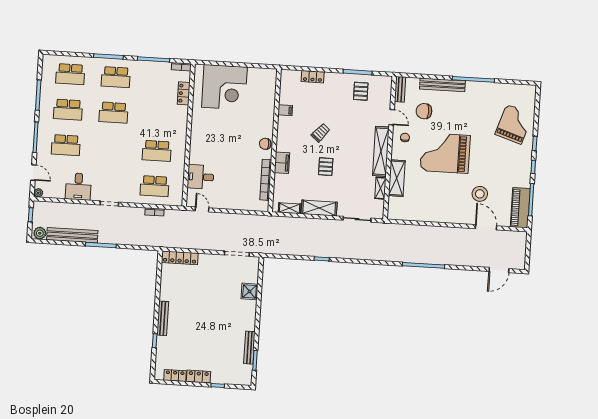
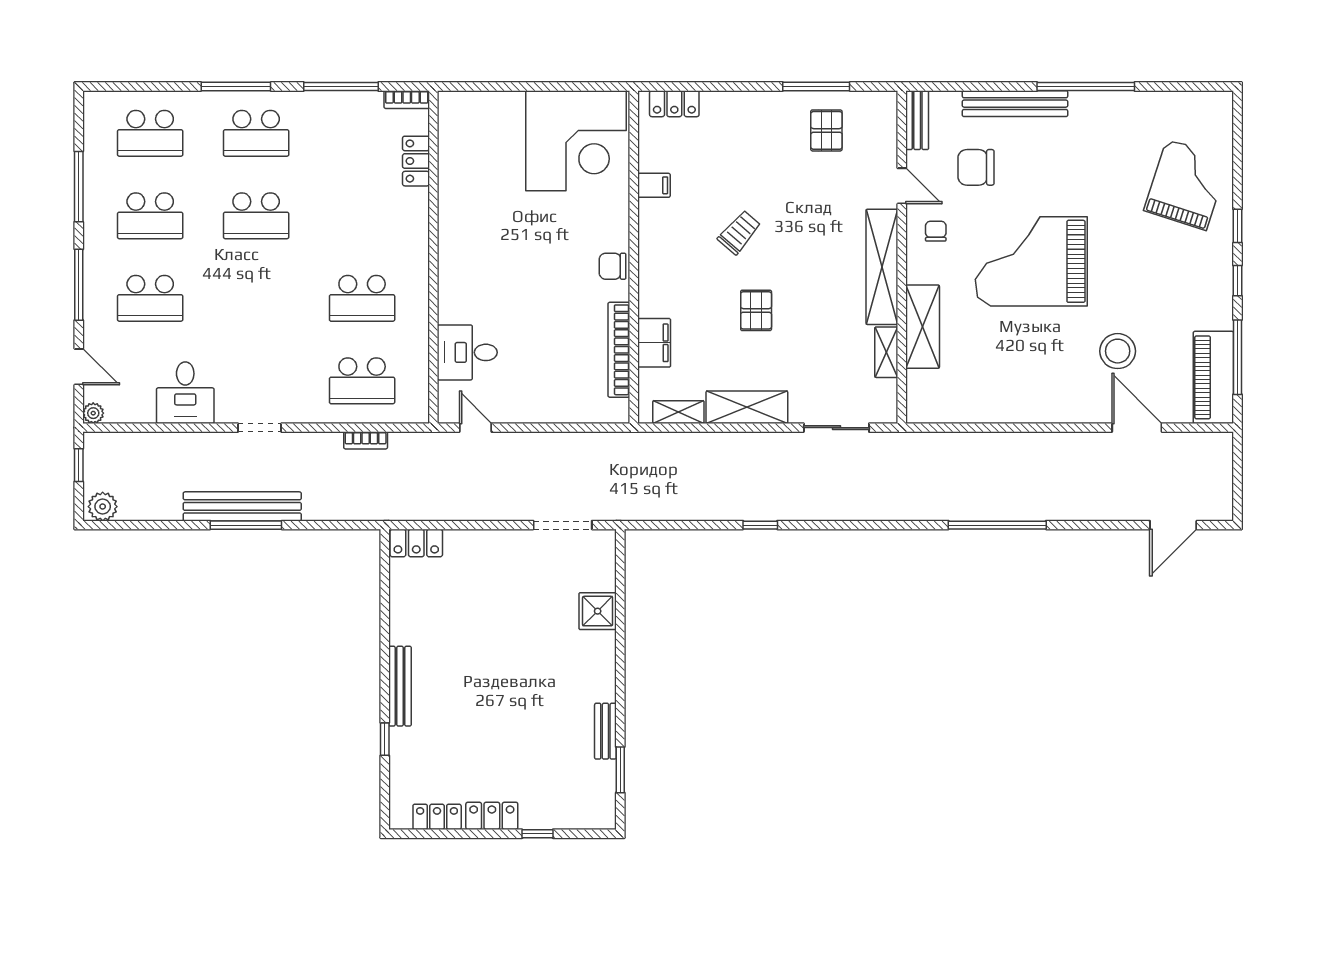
locker: (313, 77) -> (674, 104), moved
corner desk: (224, 87) -> (576, 141), moved
filing cabinet: (282, 163) -> (654, 343), moved
bench: (72, 235) -> (242, 506), moved
locker: (180, 258) -> (416, 543), width x0.66
bench: (249, 348) -> (605, 731), width x0.73

